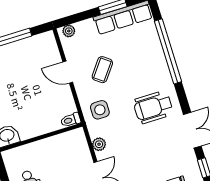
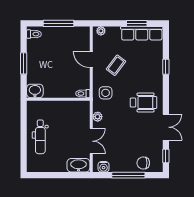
window: (168, 51) -> (166, 67), width x0.32
wheelchair: (153, 107) -> (143, 102), turned 180

